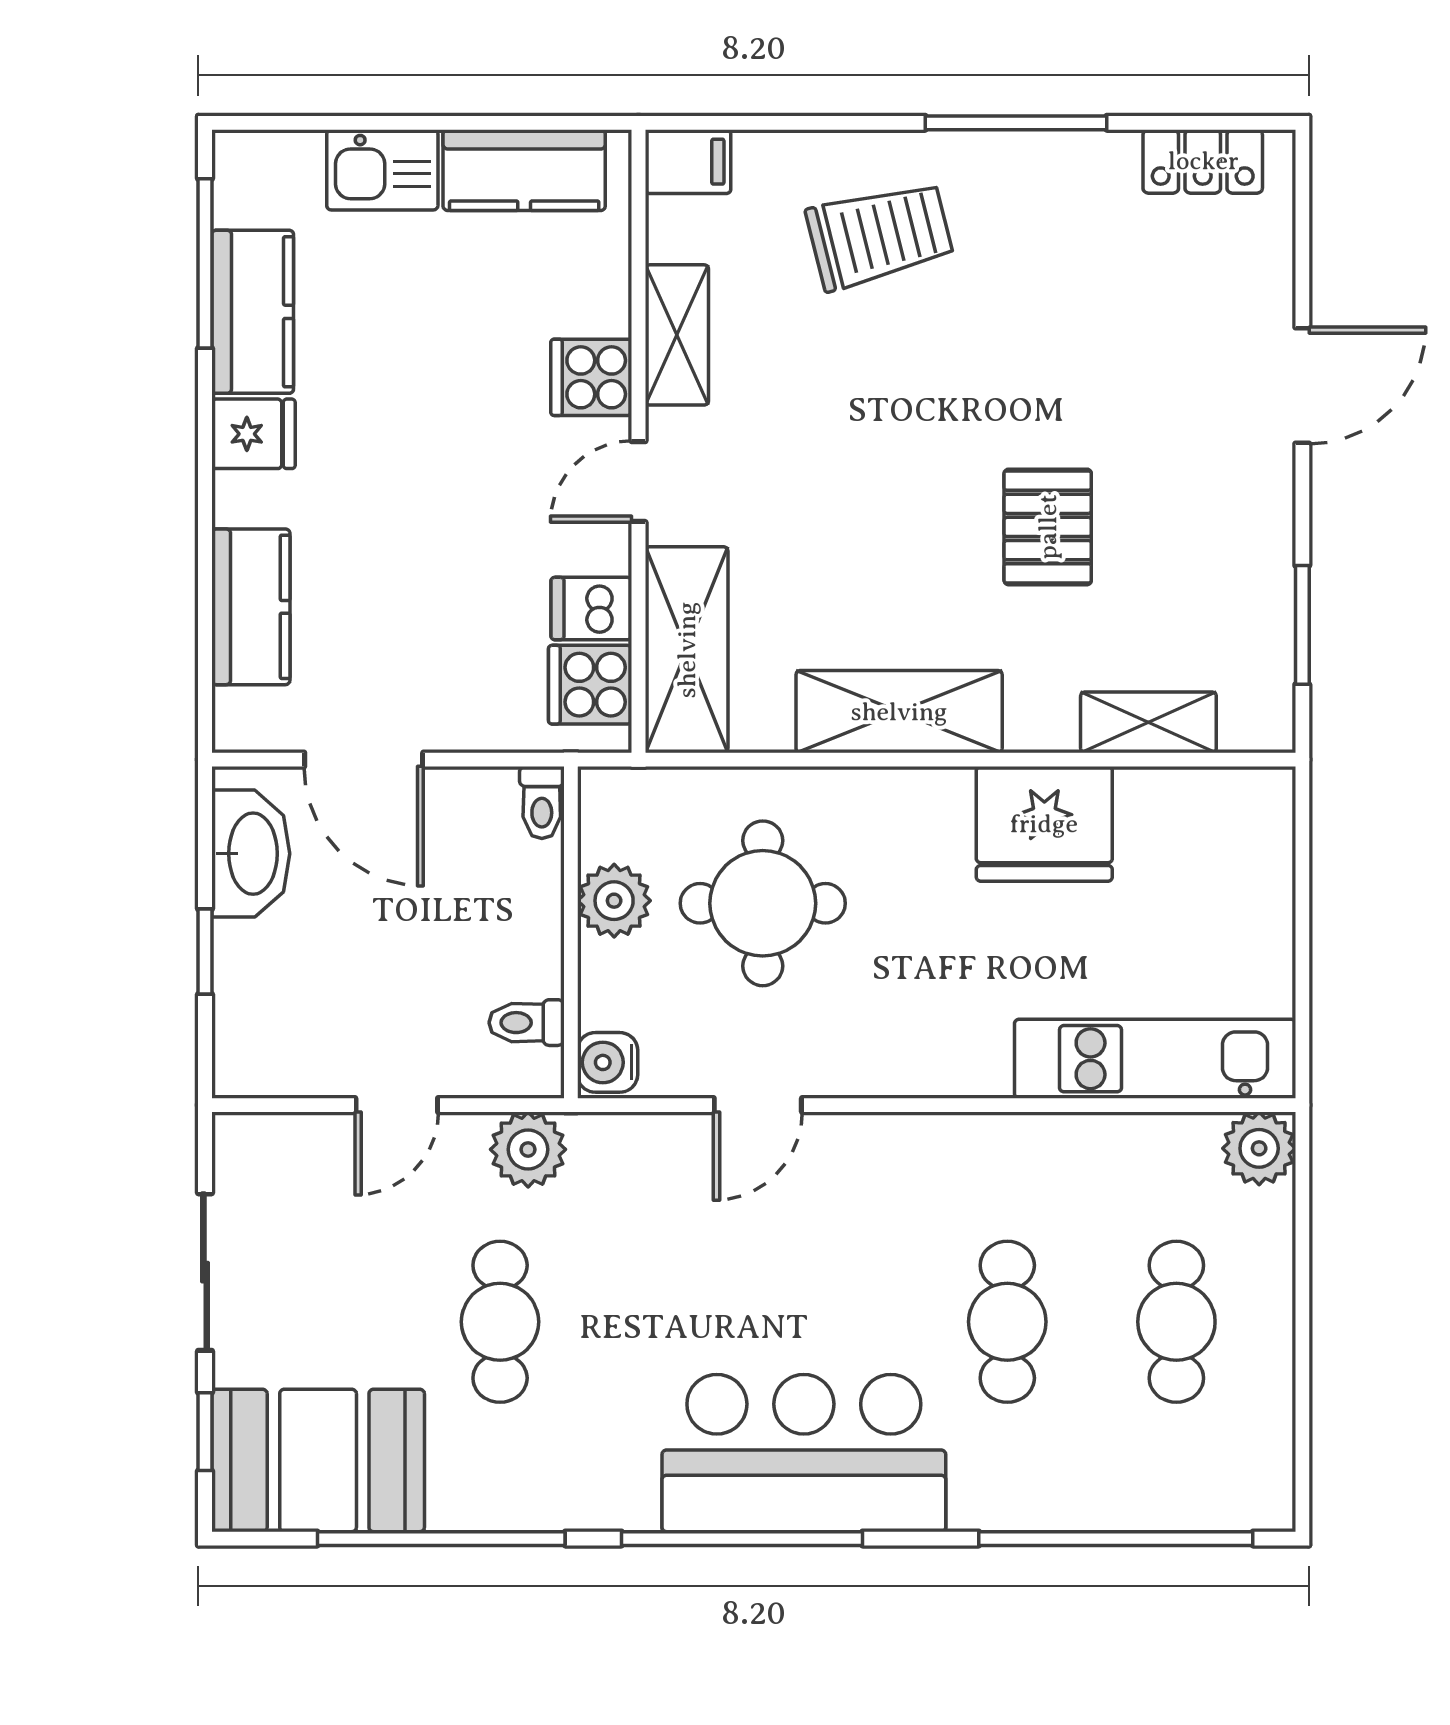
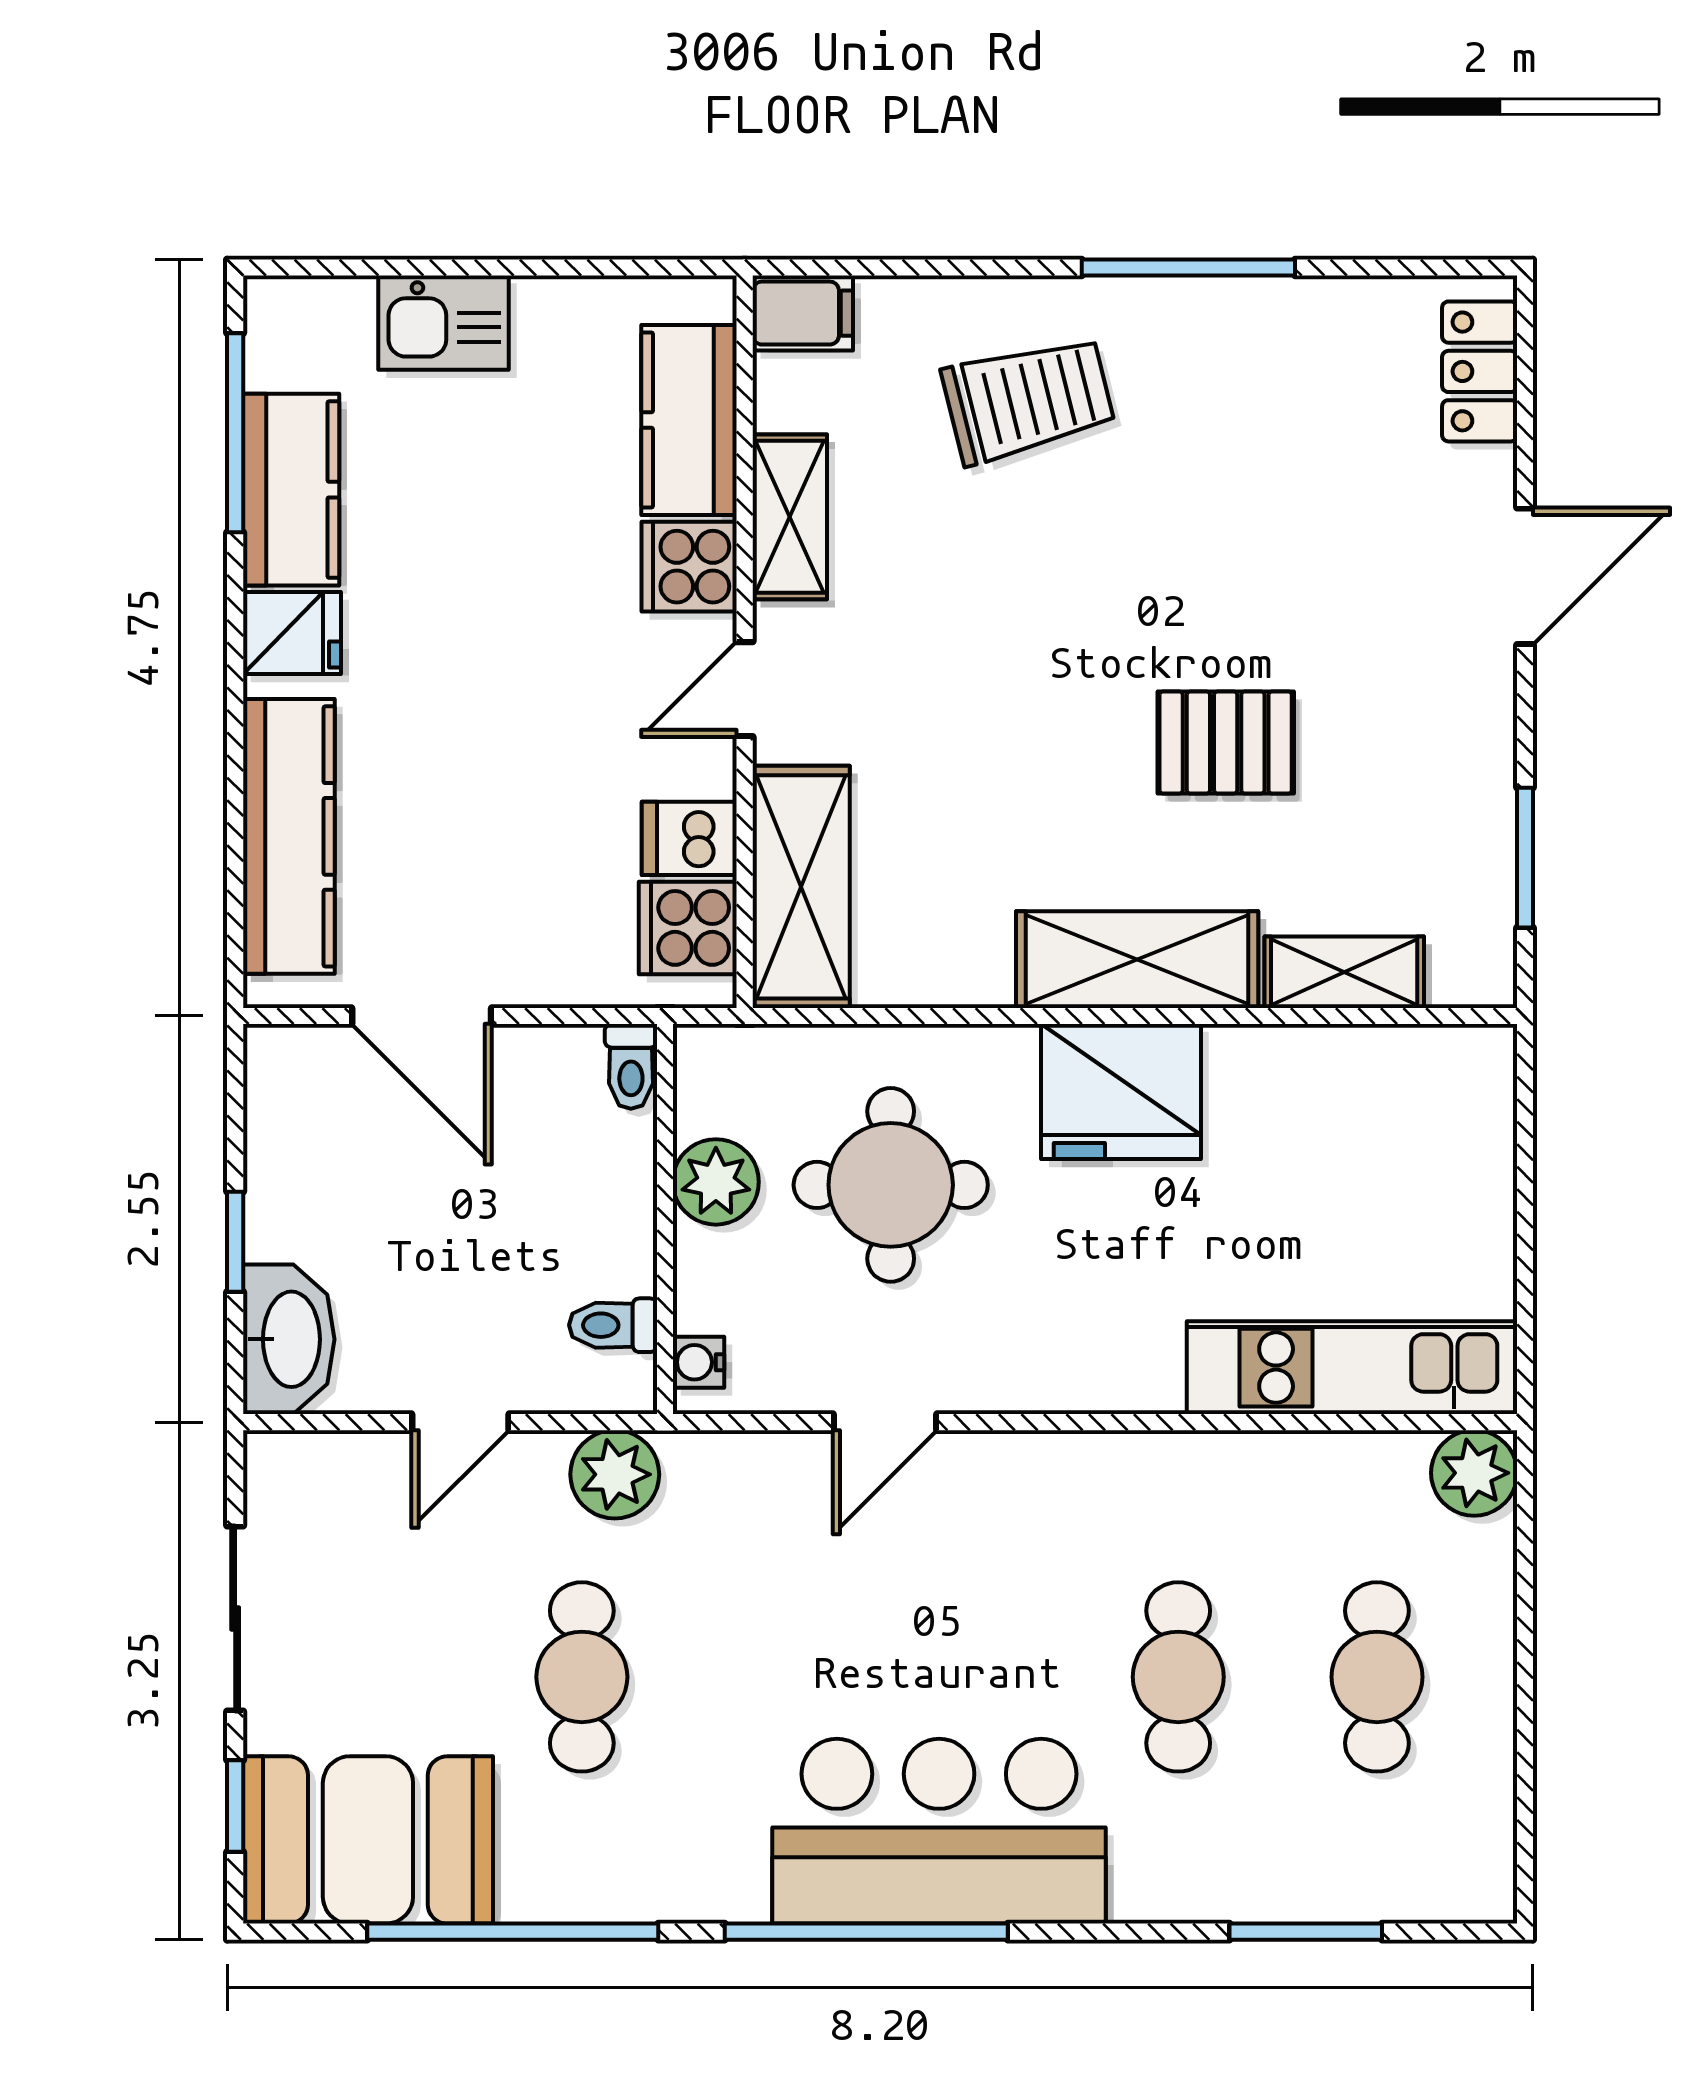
locker: (1203, 161) -> (1480, 371), moved, turned 90
kitchen counter: (524, 170) -> (689, 420), moved, turned 90
pallet: (1048, 527) -> (1226, 743), turned 90
kitchen counter: (251, 607) -> (289, 836), width x1.50
shelving: (899, 712) -> (1137, 960), moved
fridge: (1044, 824) -> (1121, 1092), moved
washbasin: (251, 854) -> (289, 1339), moved
water cooler: (608, 1062) -> (699, 1362), width x0.72, depth x0.72
window: (1116, 1539) -> (1306, 1932), width x0.47

